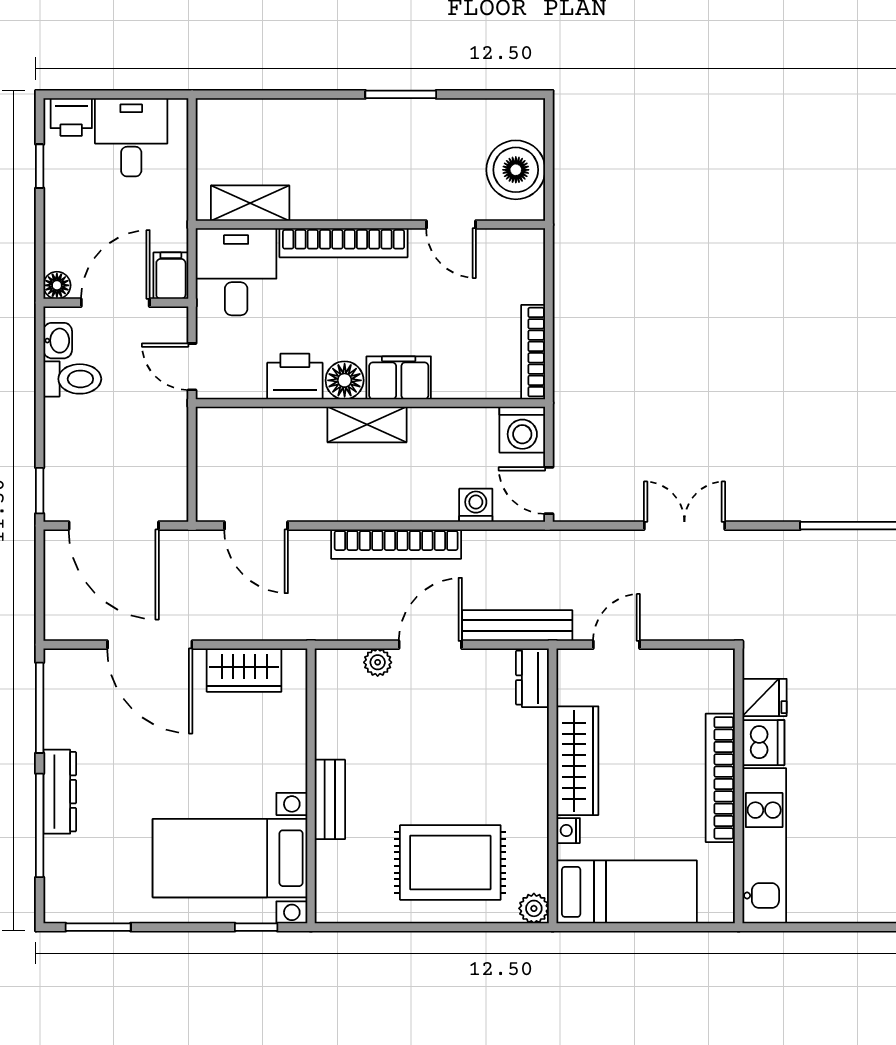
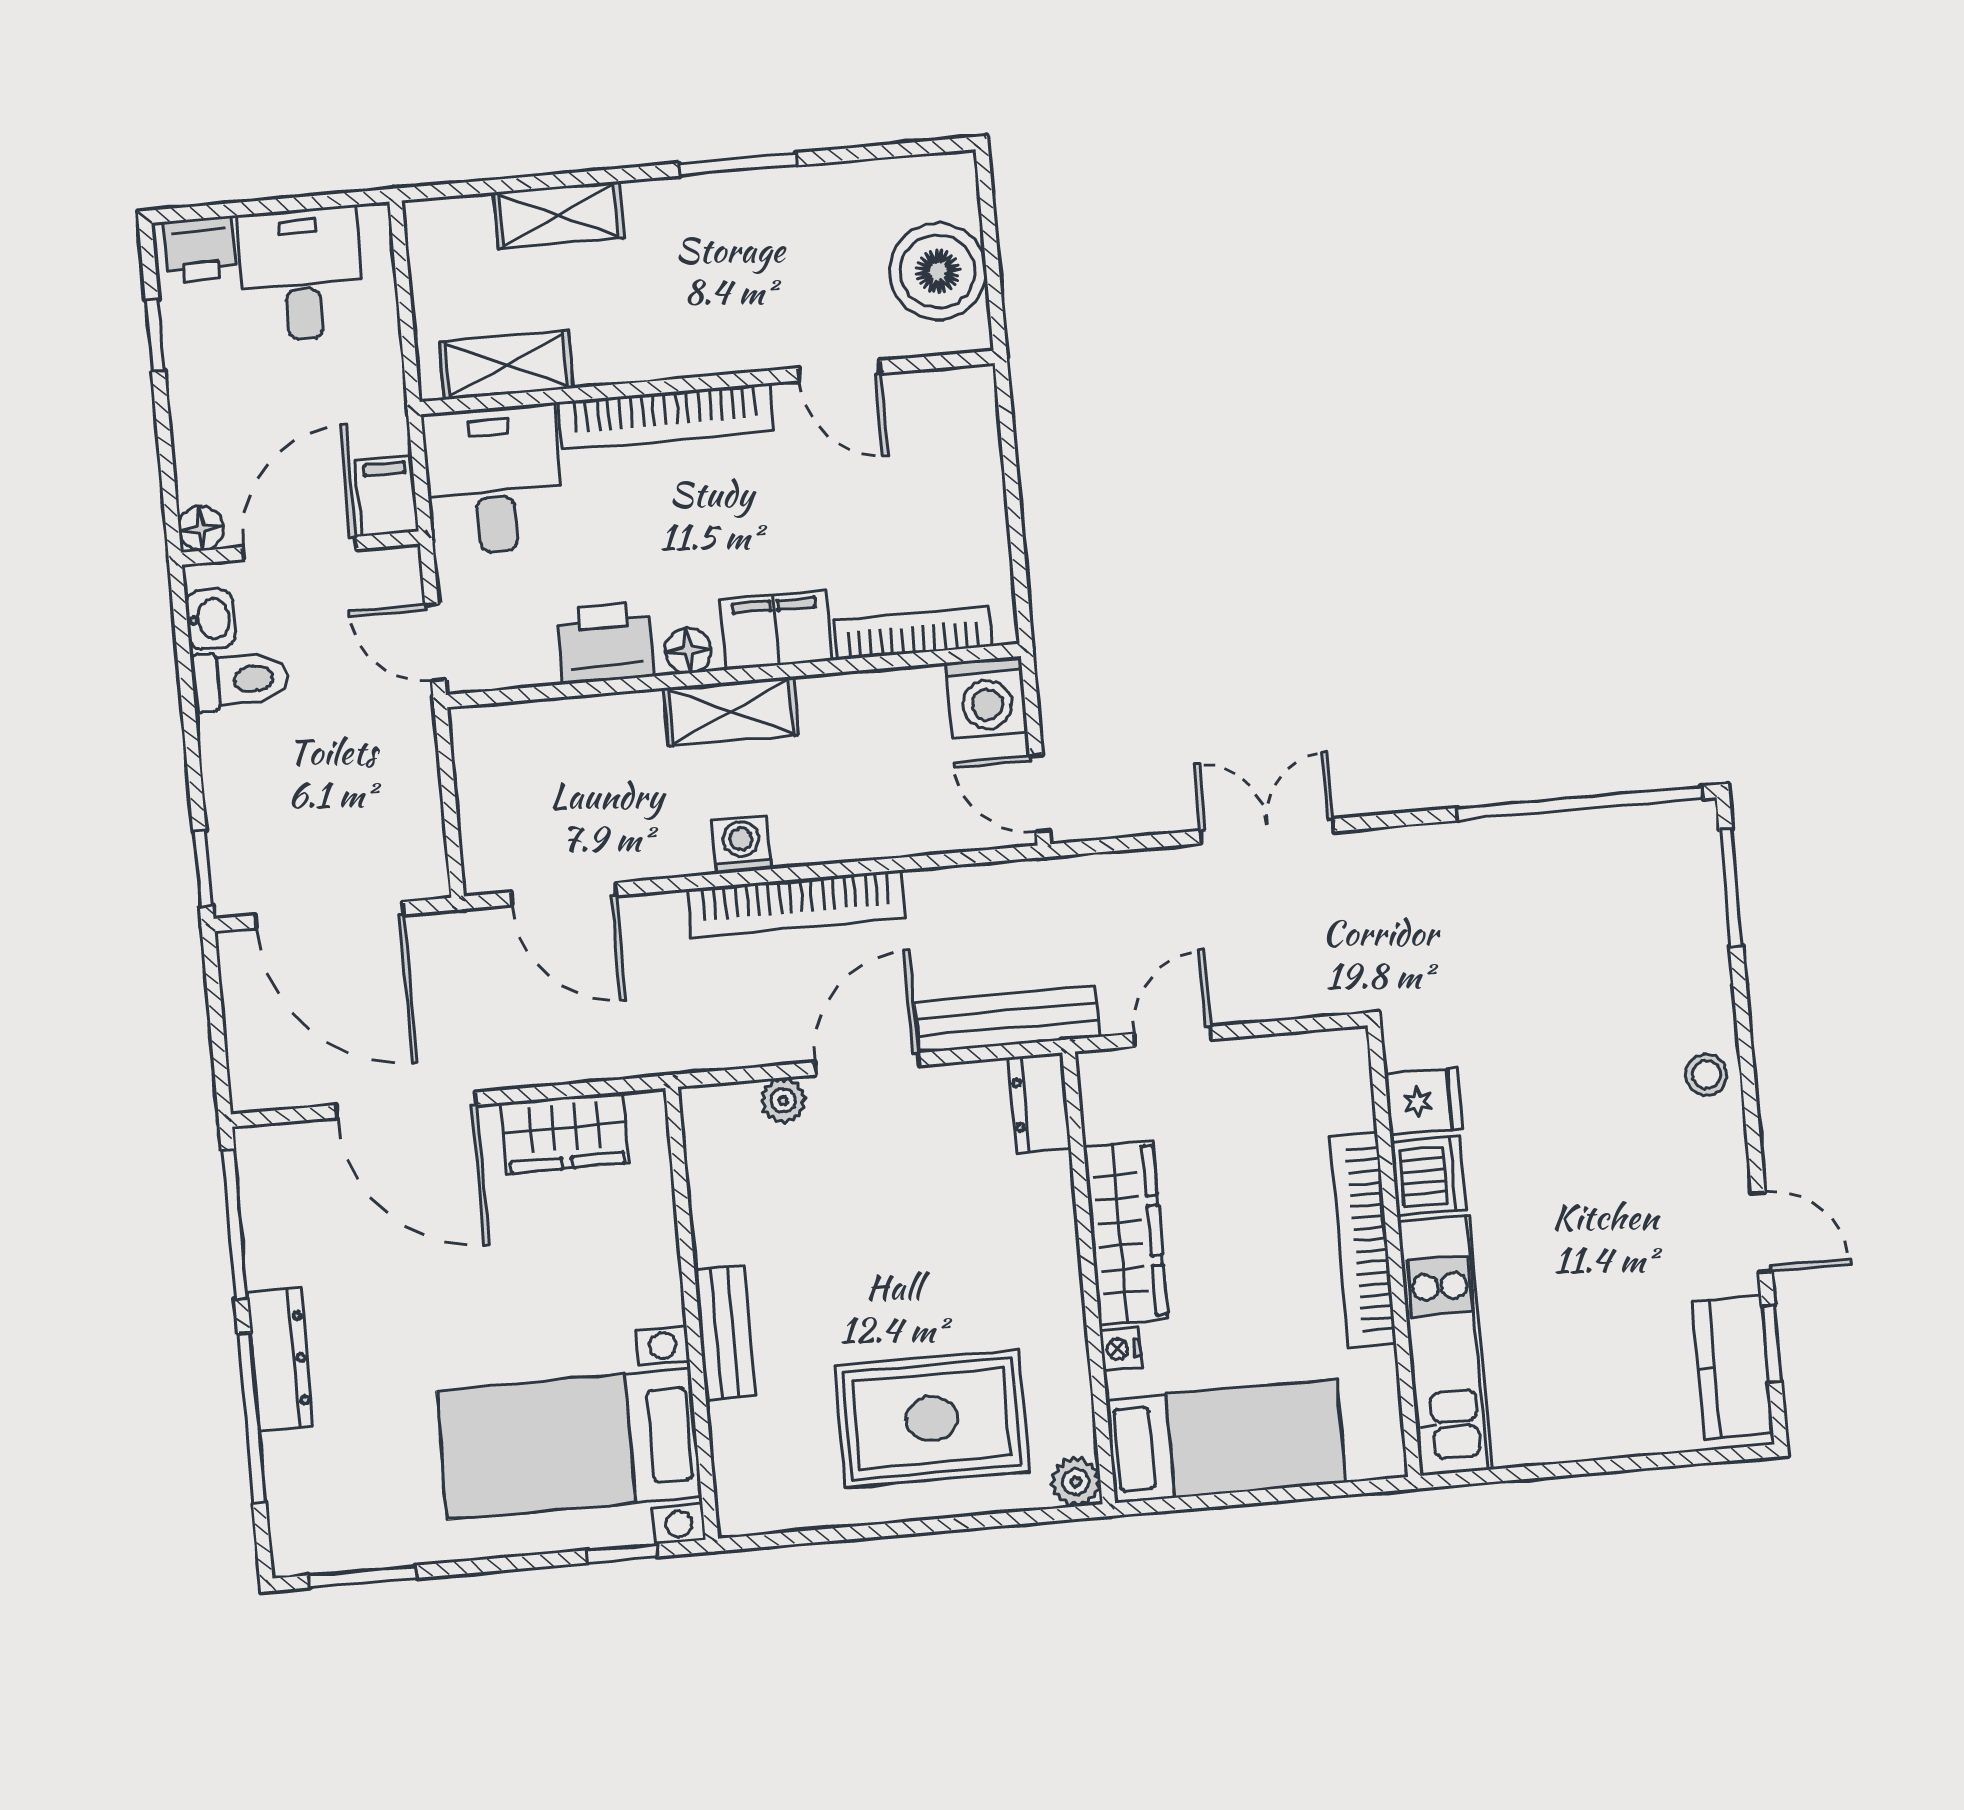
shelving: (290, 115) -> (559, 215), added
bookcase: (533, 352) -> (913, 633), moved, turned 90
floor lamp: (345, 380) -> (688, 651), width x0.73, depth x0.73
washing machine: (476, 505) -> (741, 844), moved

